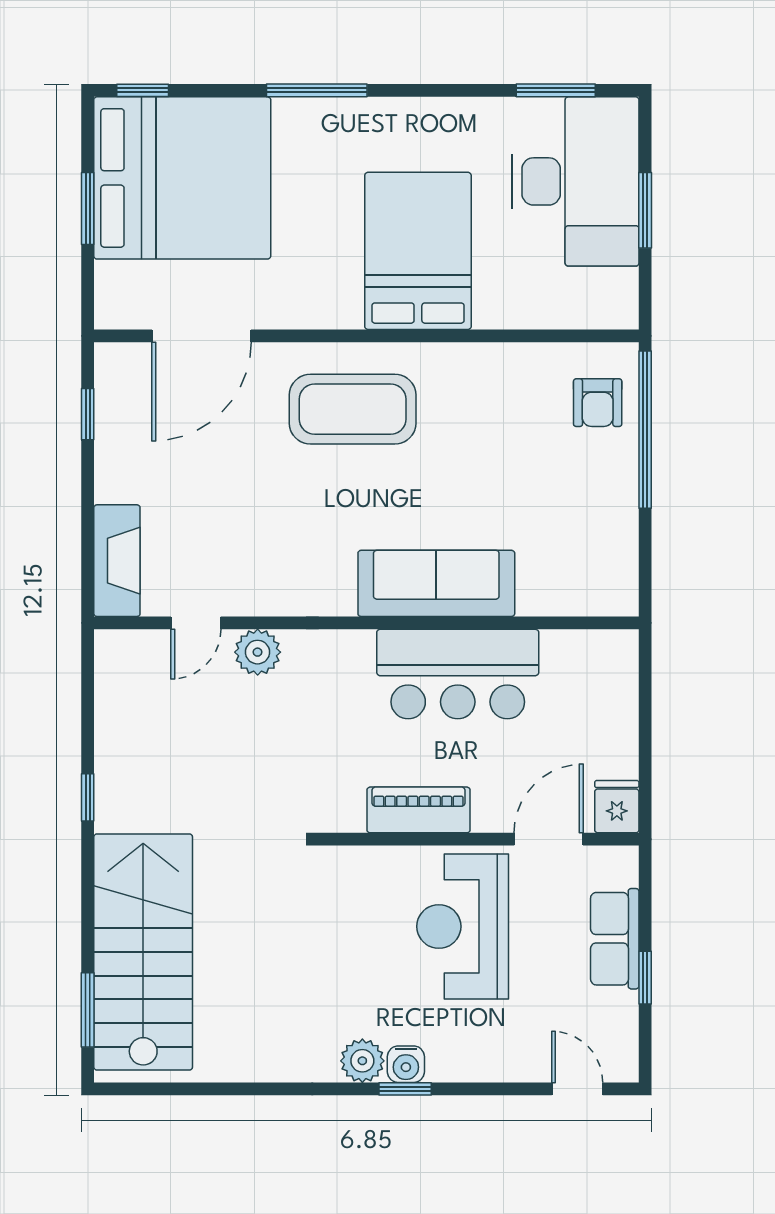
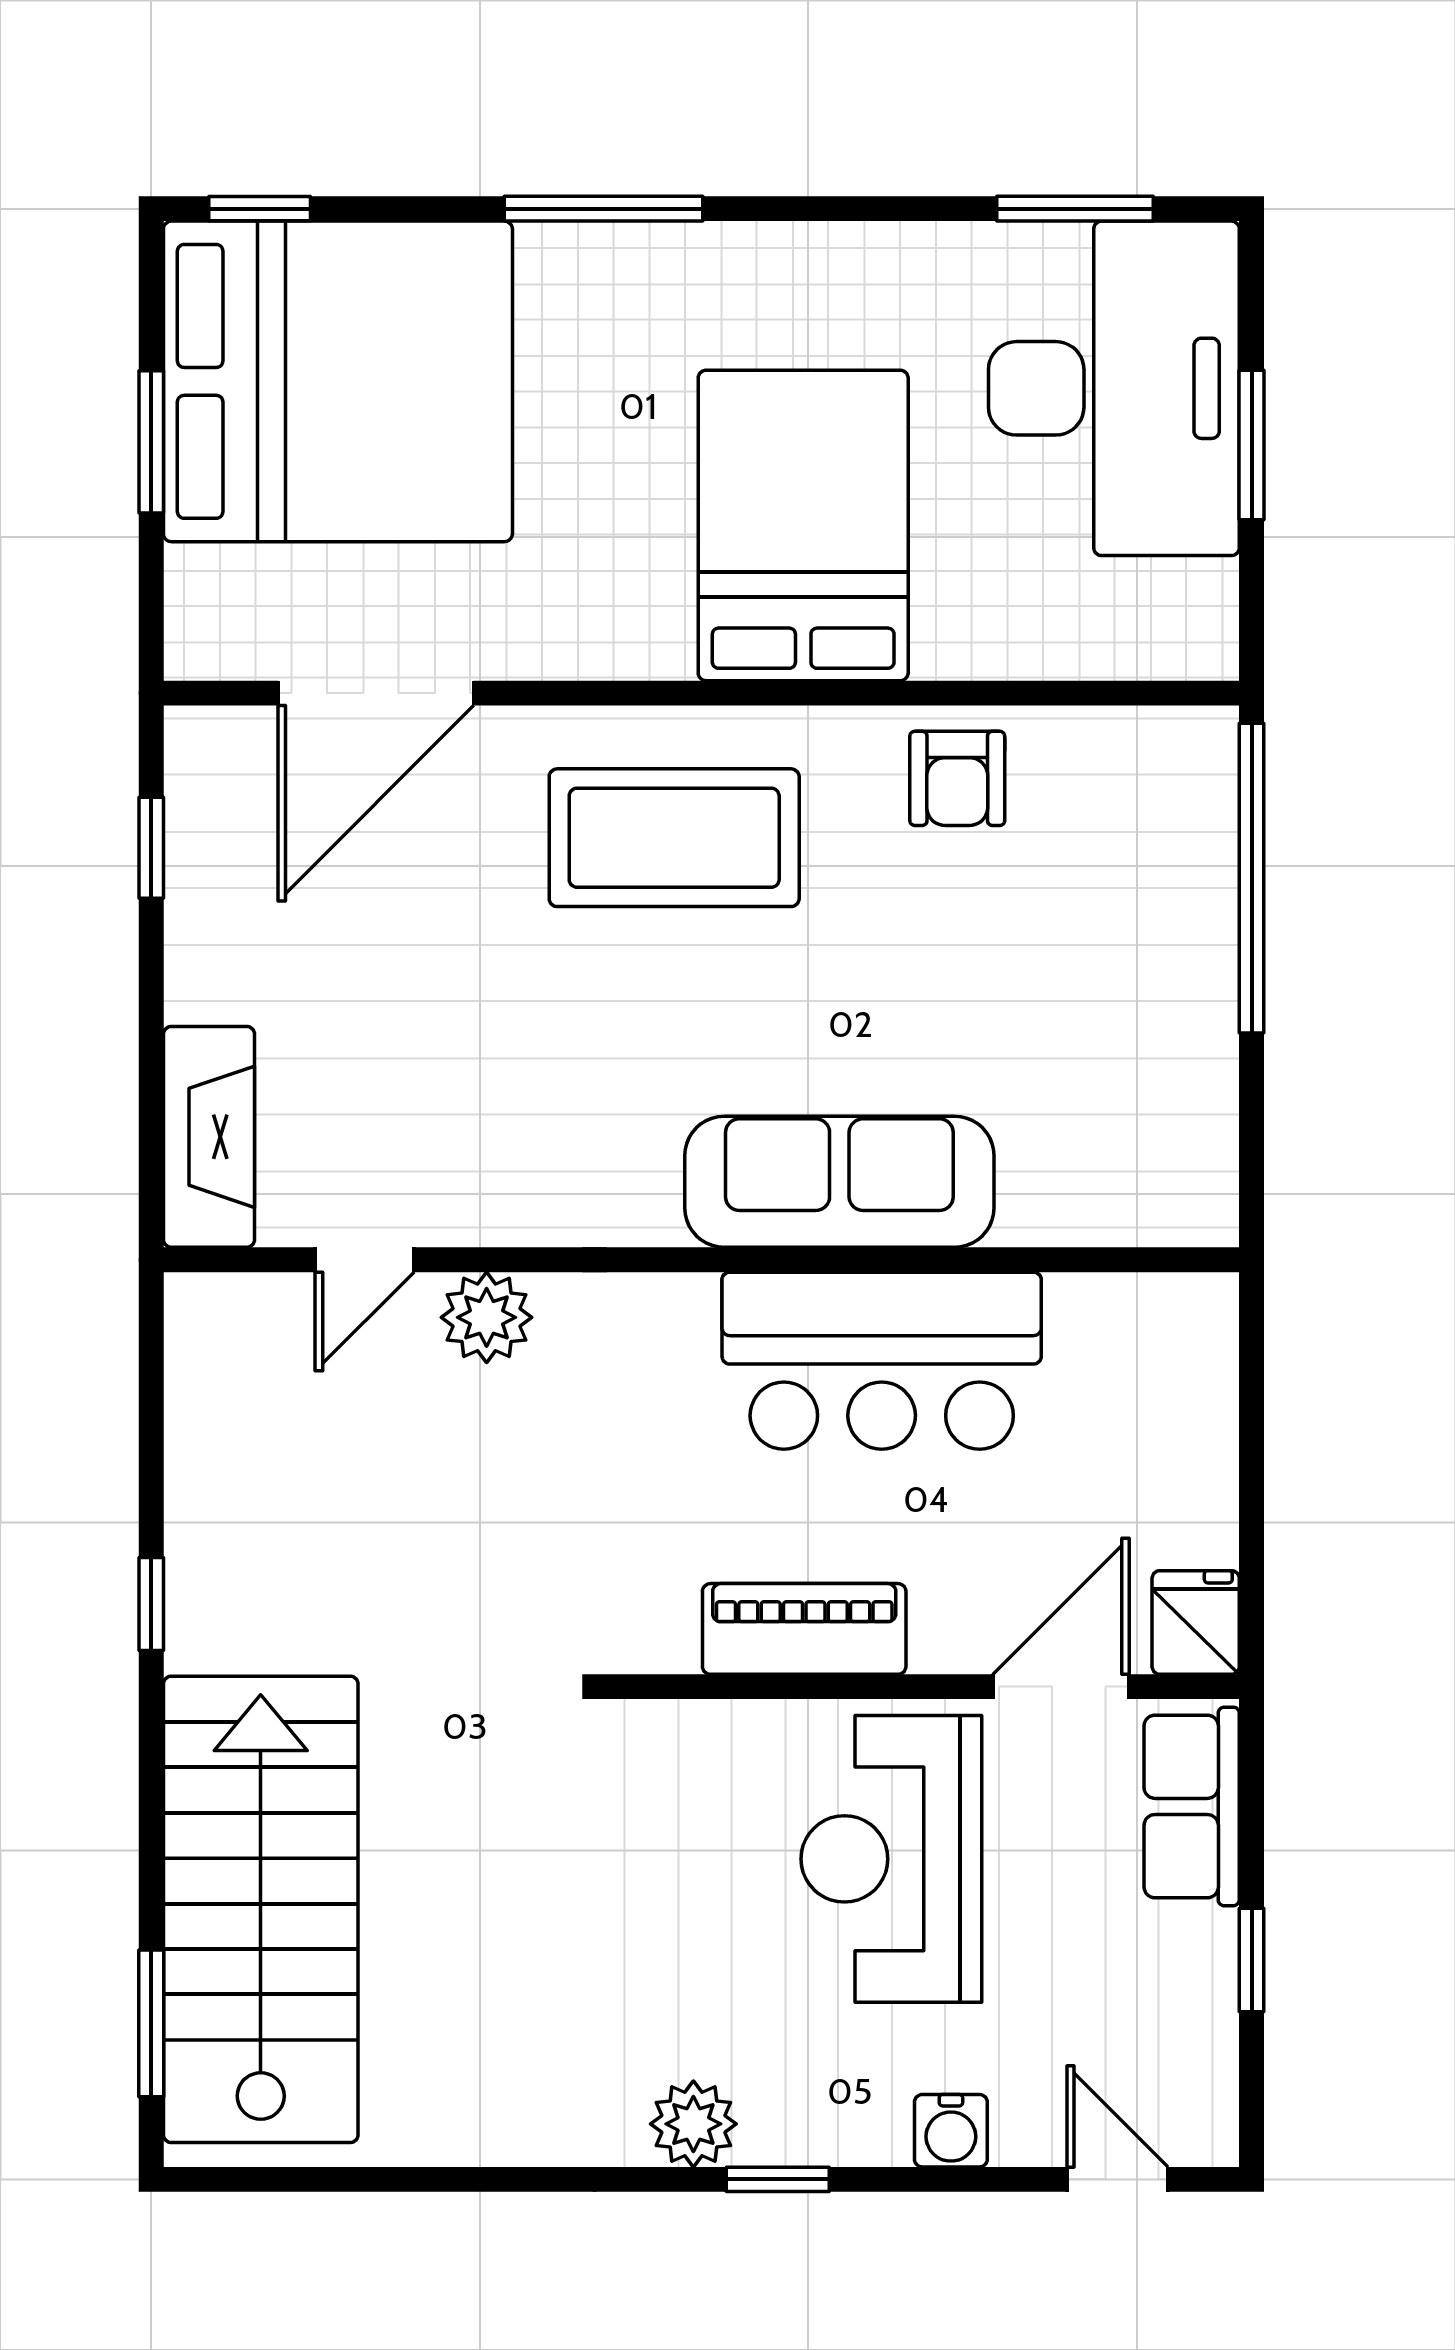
armchair: (598, 403) -> (957, 778), moved
row of seats: (615, 939) -> (1192, 1806), moved
water cooler: (406, 1064) -> (951, 2131), moved

